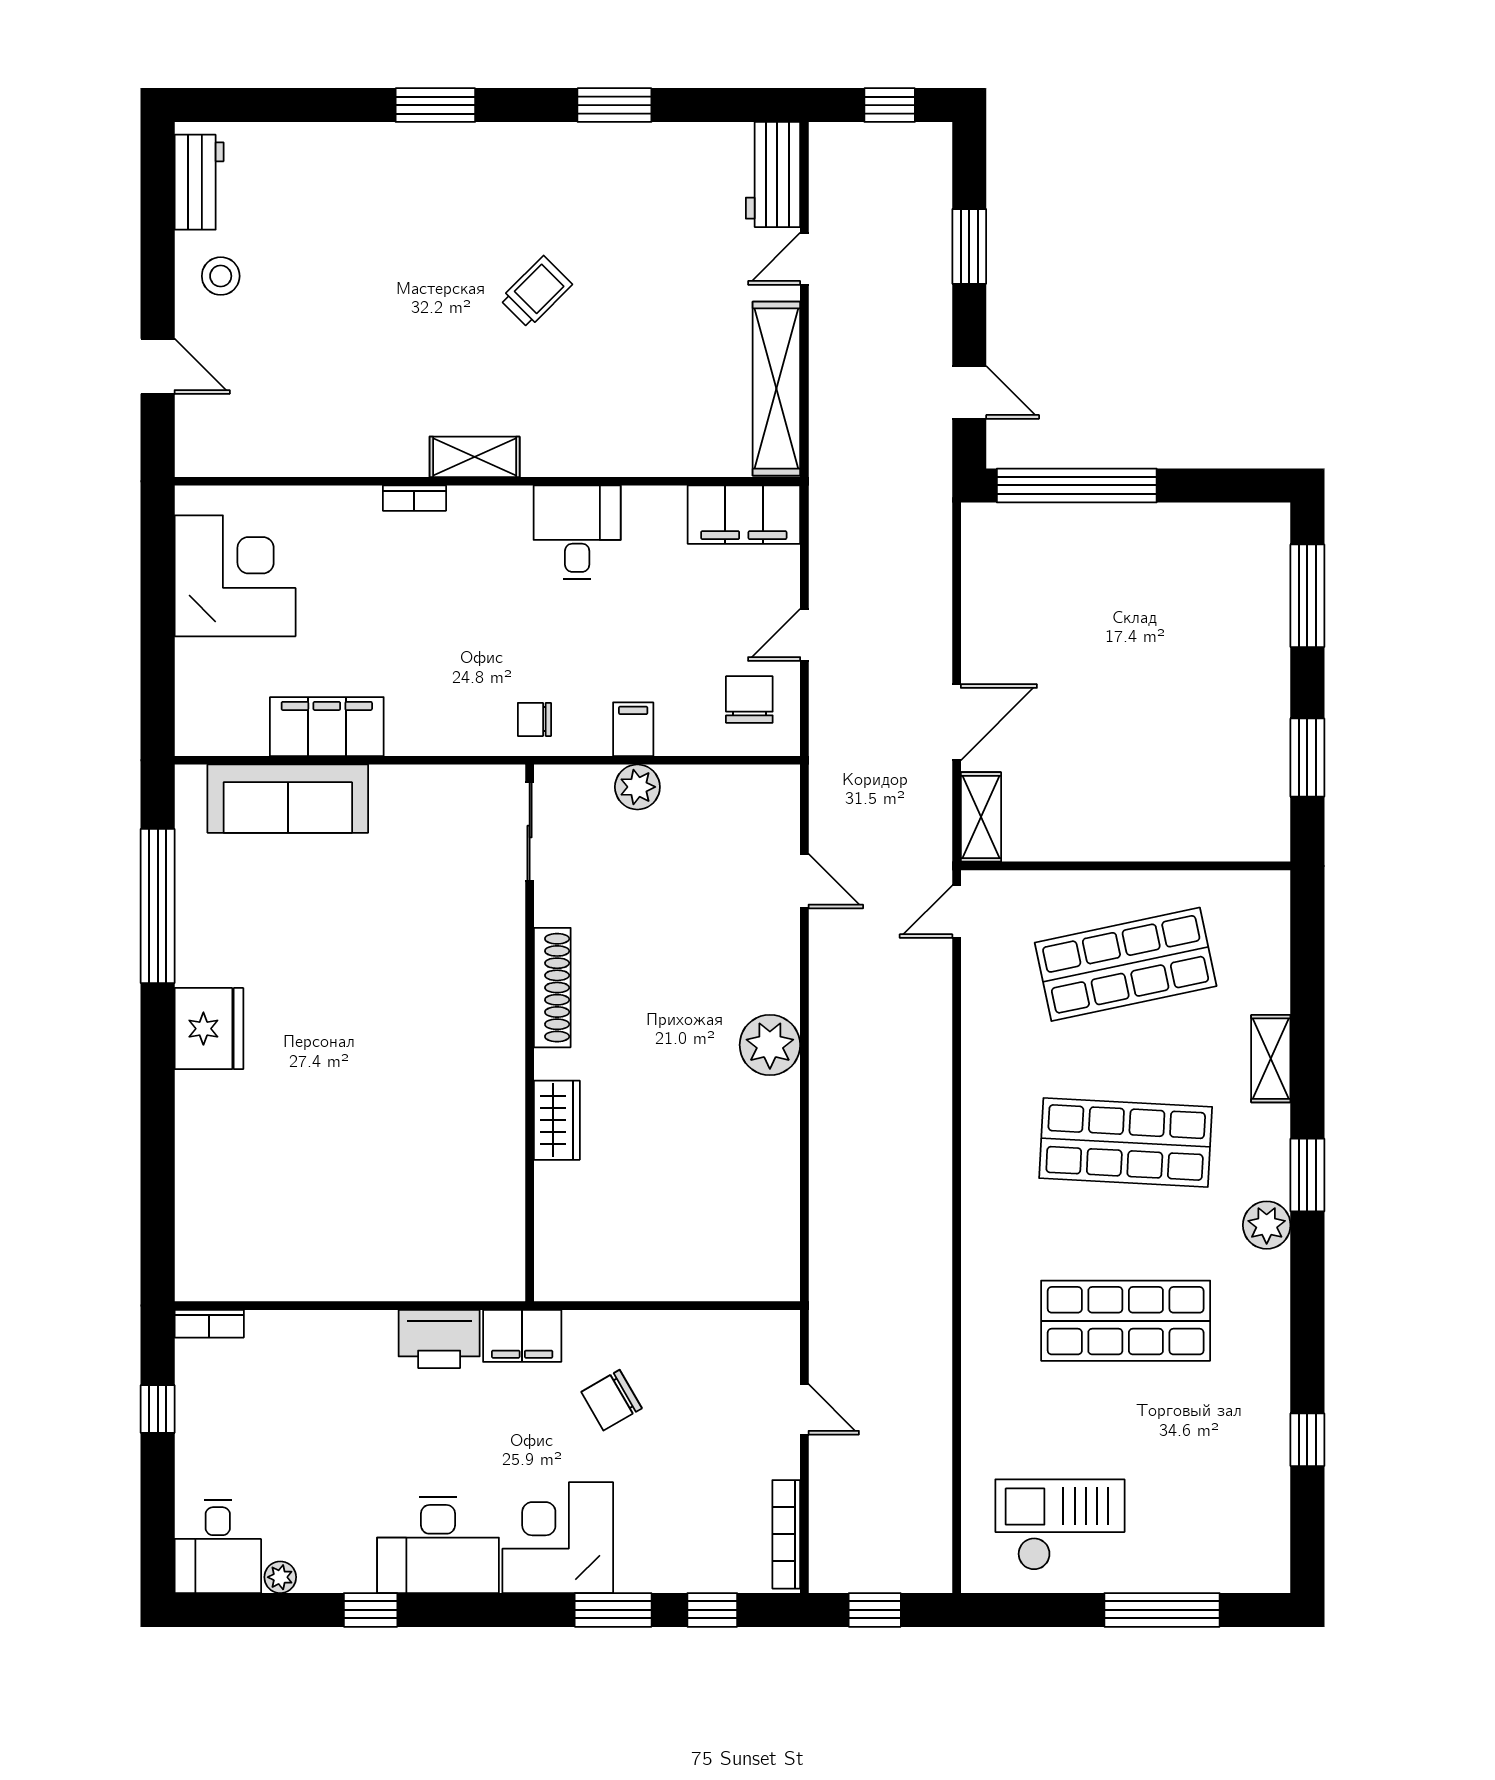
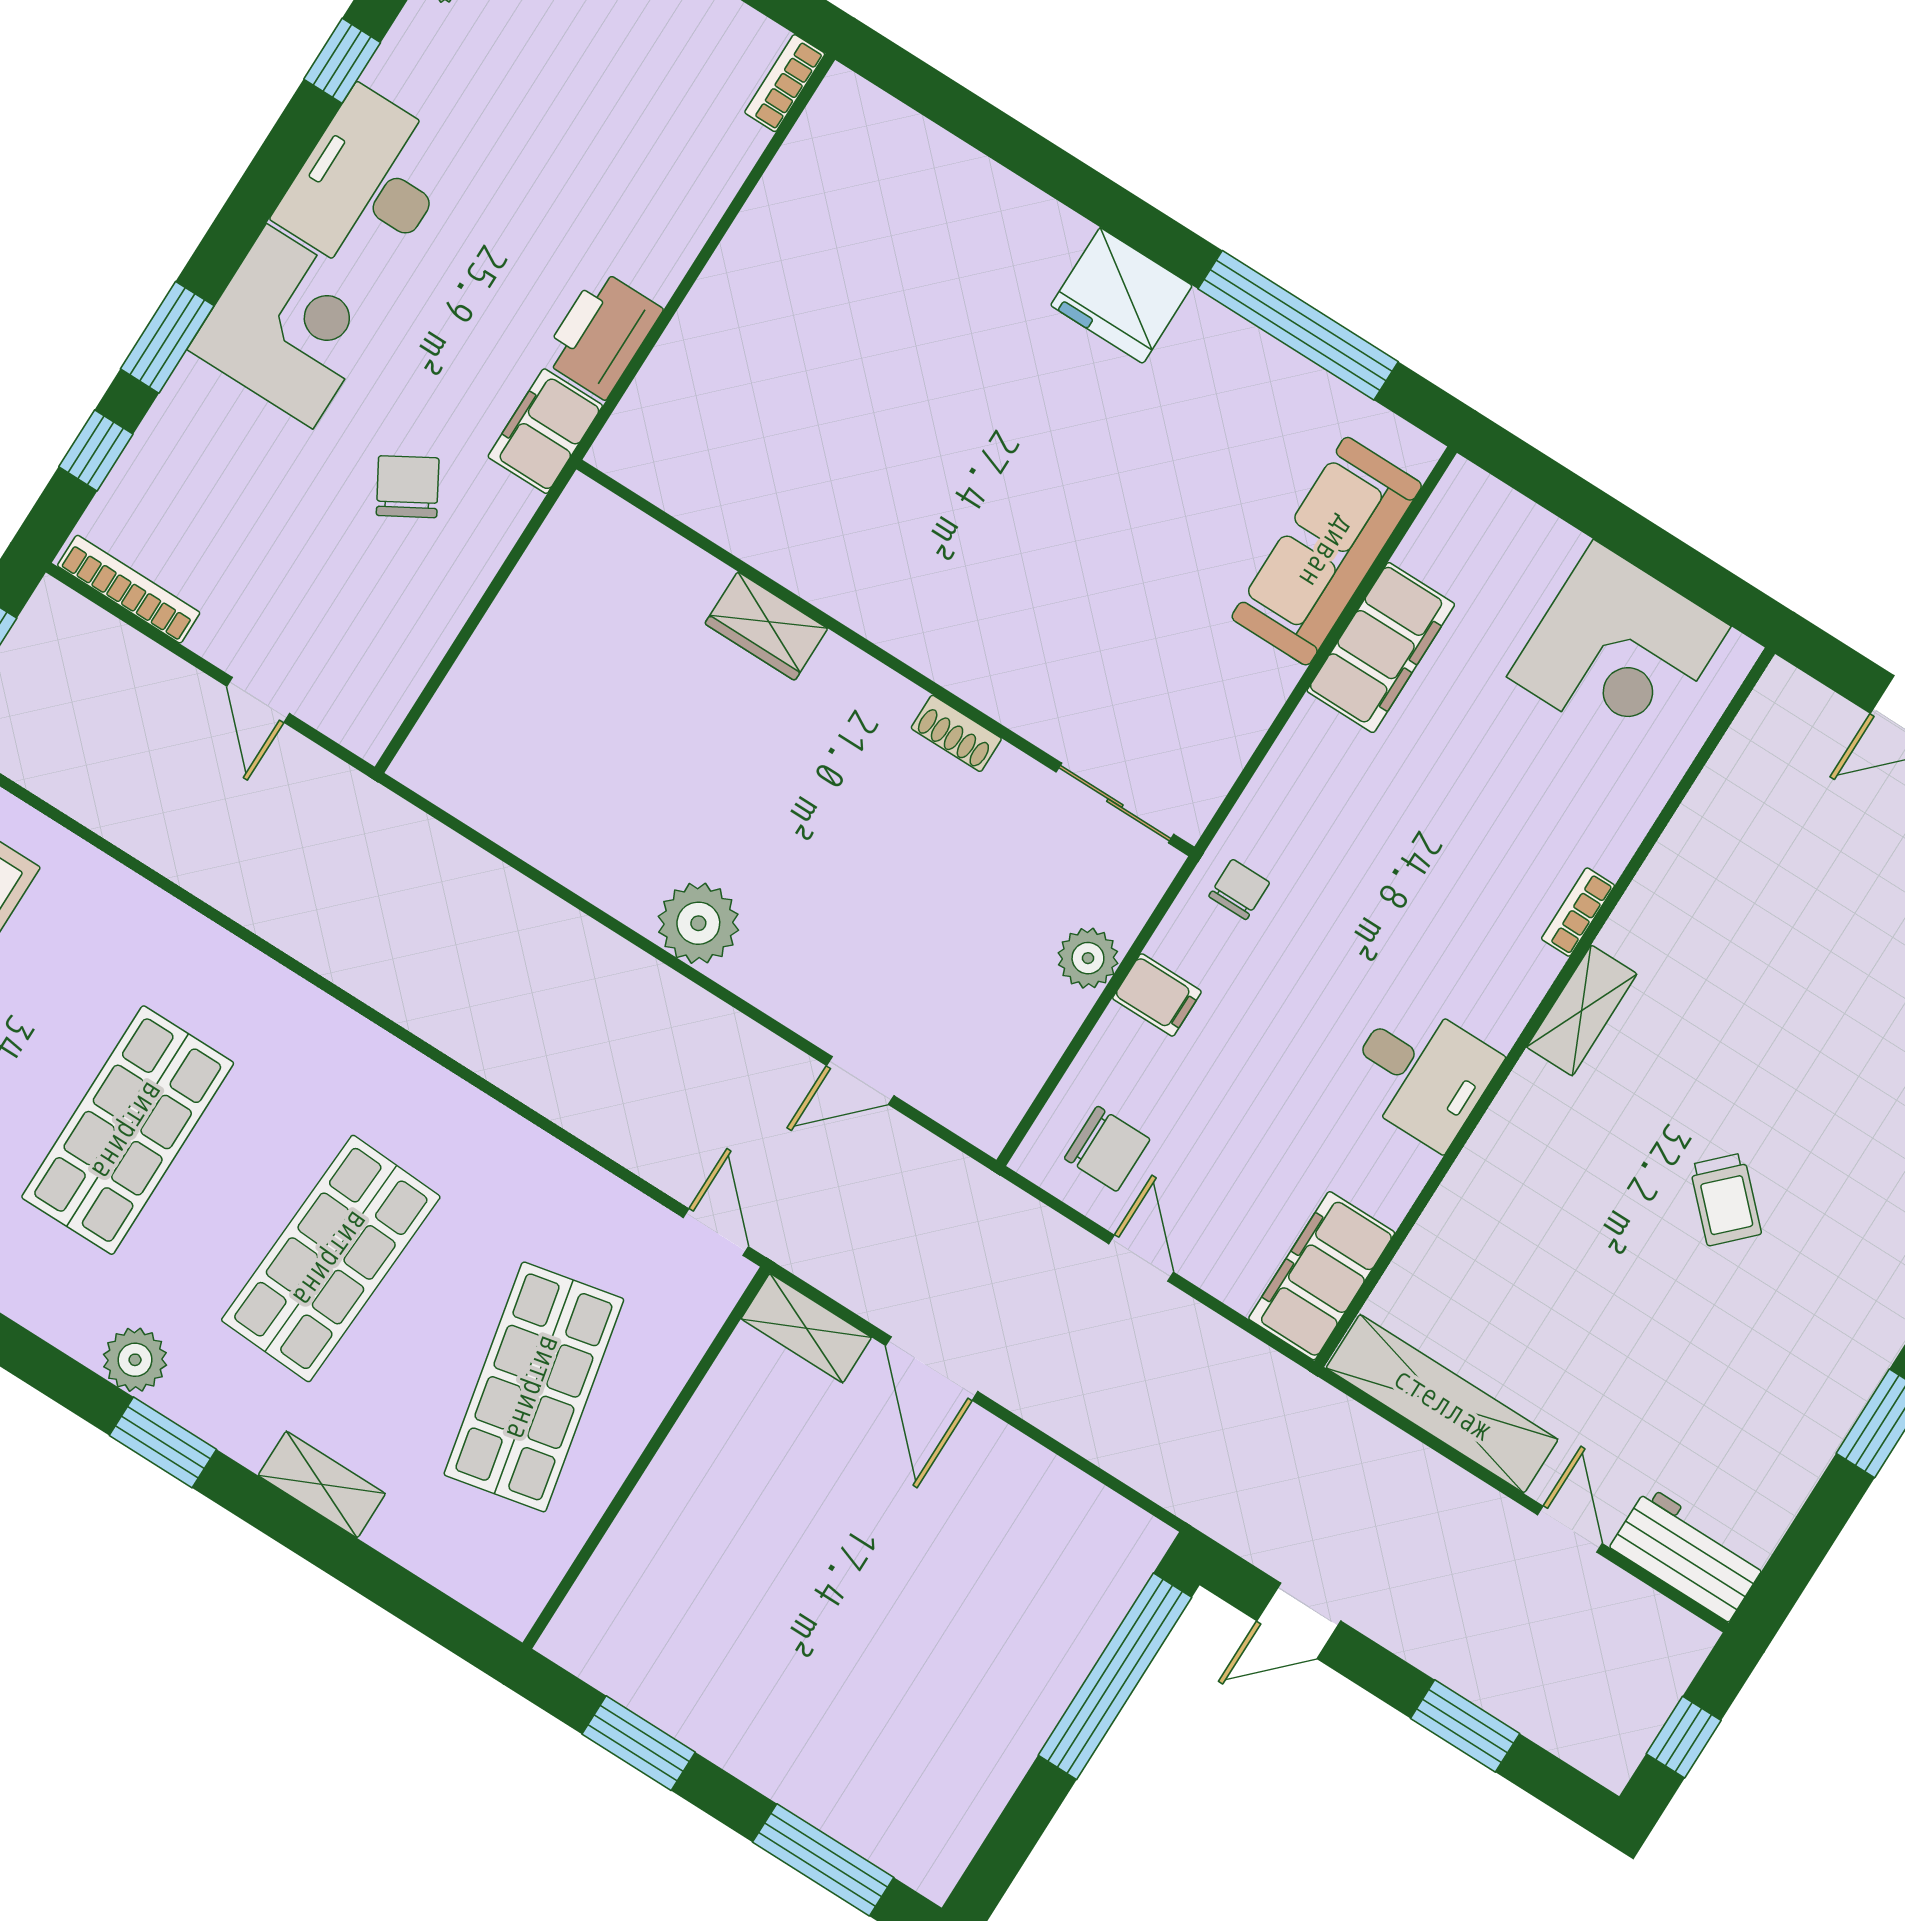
shoe rack: (552, 988) -> (956, 733), width x0.51, depth x0.81
door: (804, 1409) -> (258, 700), hinge flipped

